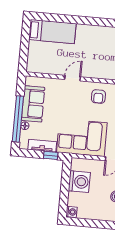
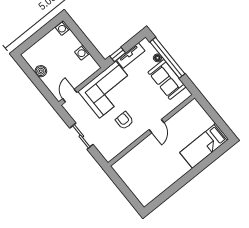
armchair: (98, 96) -> (124, 121), moved
washing machine: (79, 182) -> (82, 53), width x0.53, depth x0.53

